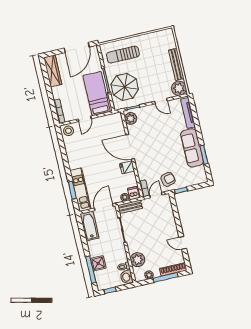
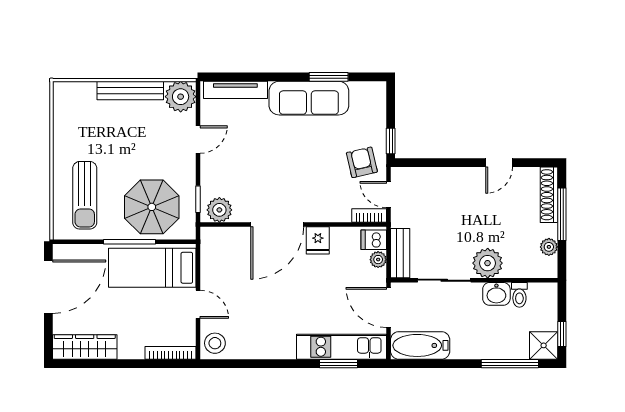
door: (77, 48) -> (48, 287), hinge flipped
plant: (138, 260) -> (488, 263), moved
shower: (98, 263) -> (544, 345), moved
washbasin: (127, 277) -> (496, 294), moved

